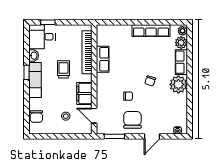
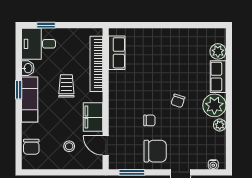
row of seats: (151, 31) -> (179, 36), removed
plant: (183, 31) -> (220, 125), moved
row of seats: (103, 59) -> (117, 53), moved
chair: (132, 120) -> (155, 151), turned 90

